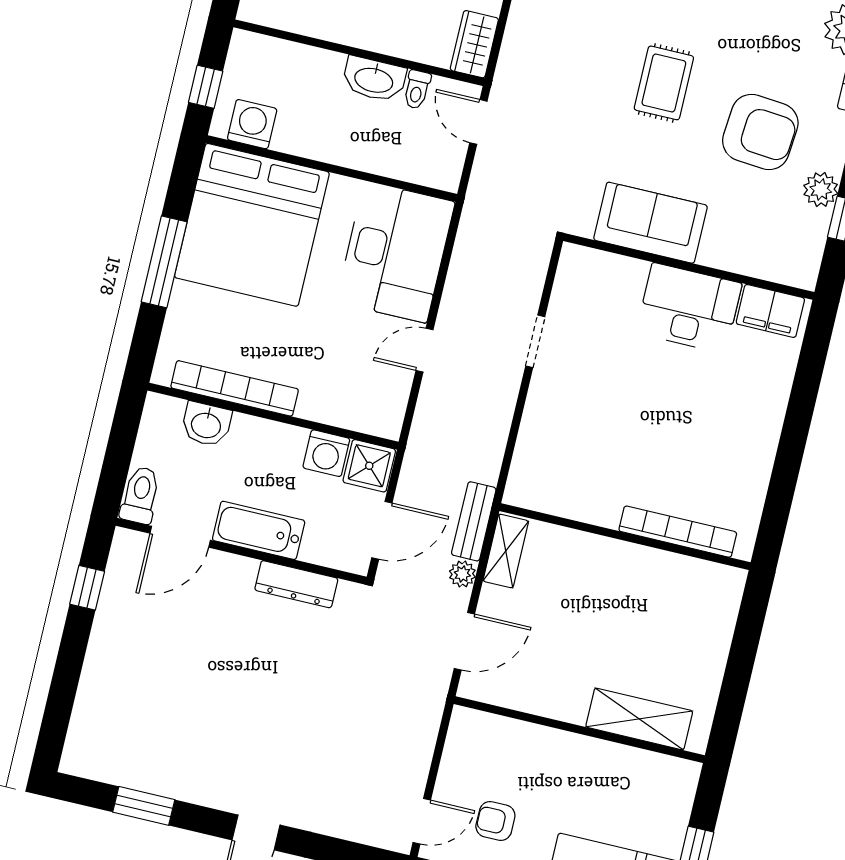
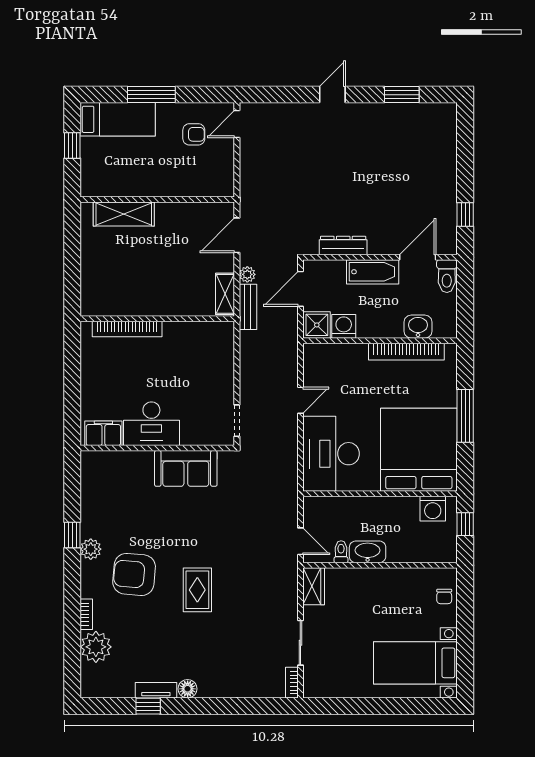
sofa: (650, 223) -> (186, 468), moved
wall: (689, 267) -> (157, 448), moved
desk: (689, 308) -> (151, 424), moved
filing cabinet: (770, 311) -> (103, 433), moved

